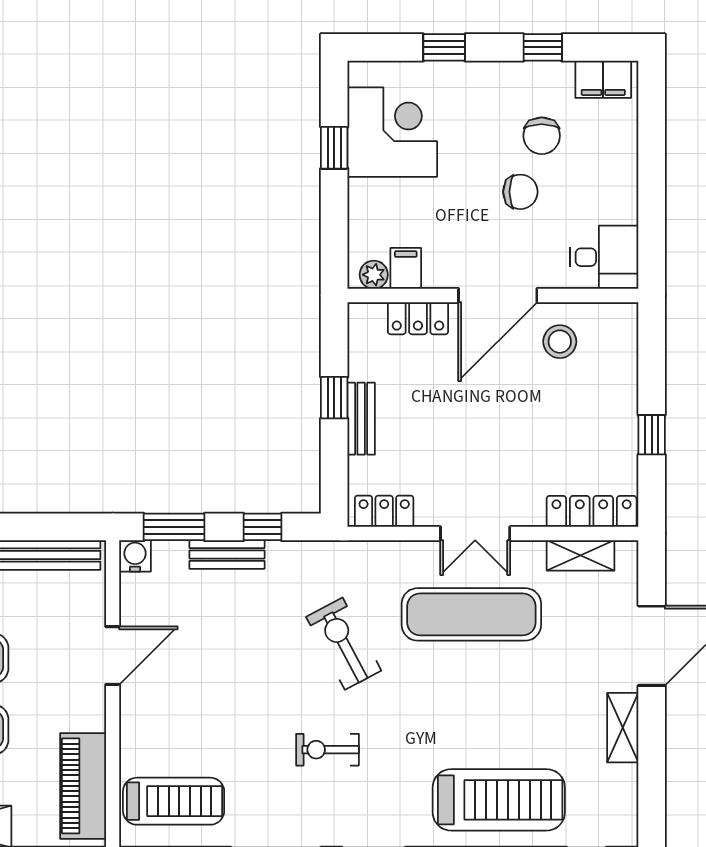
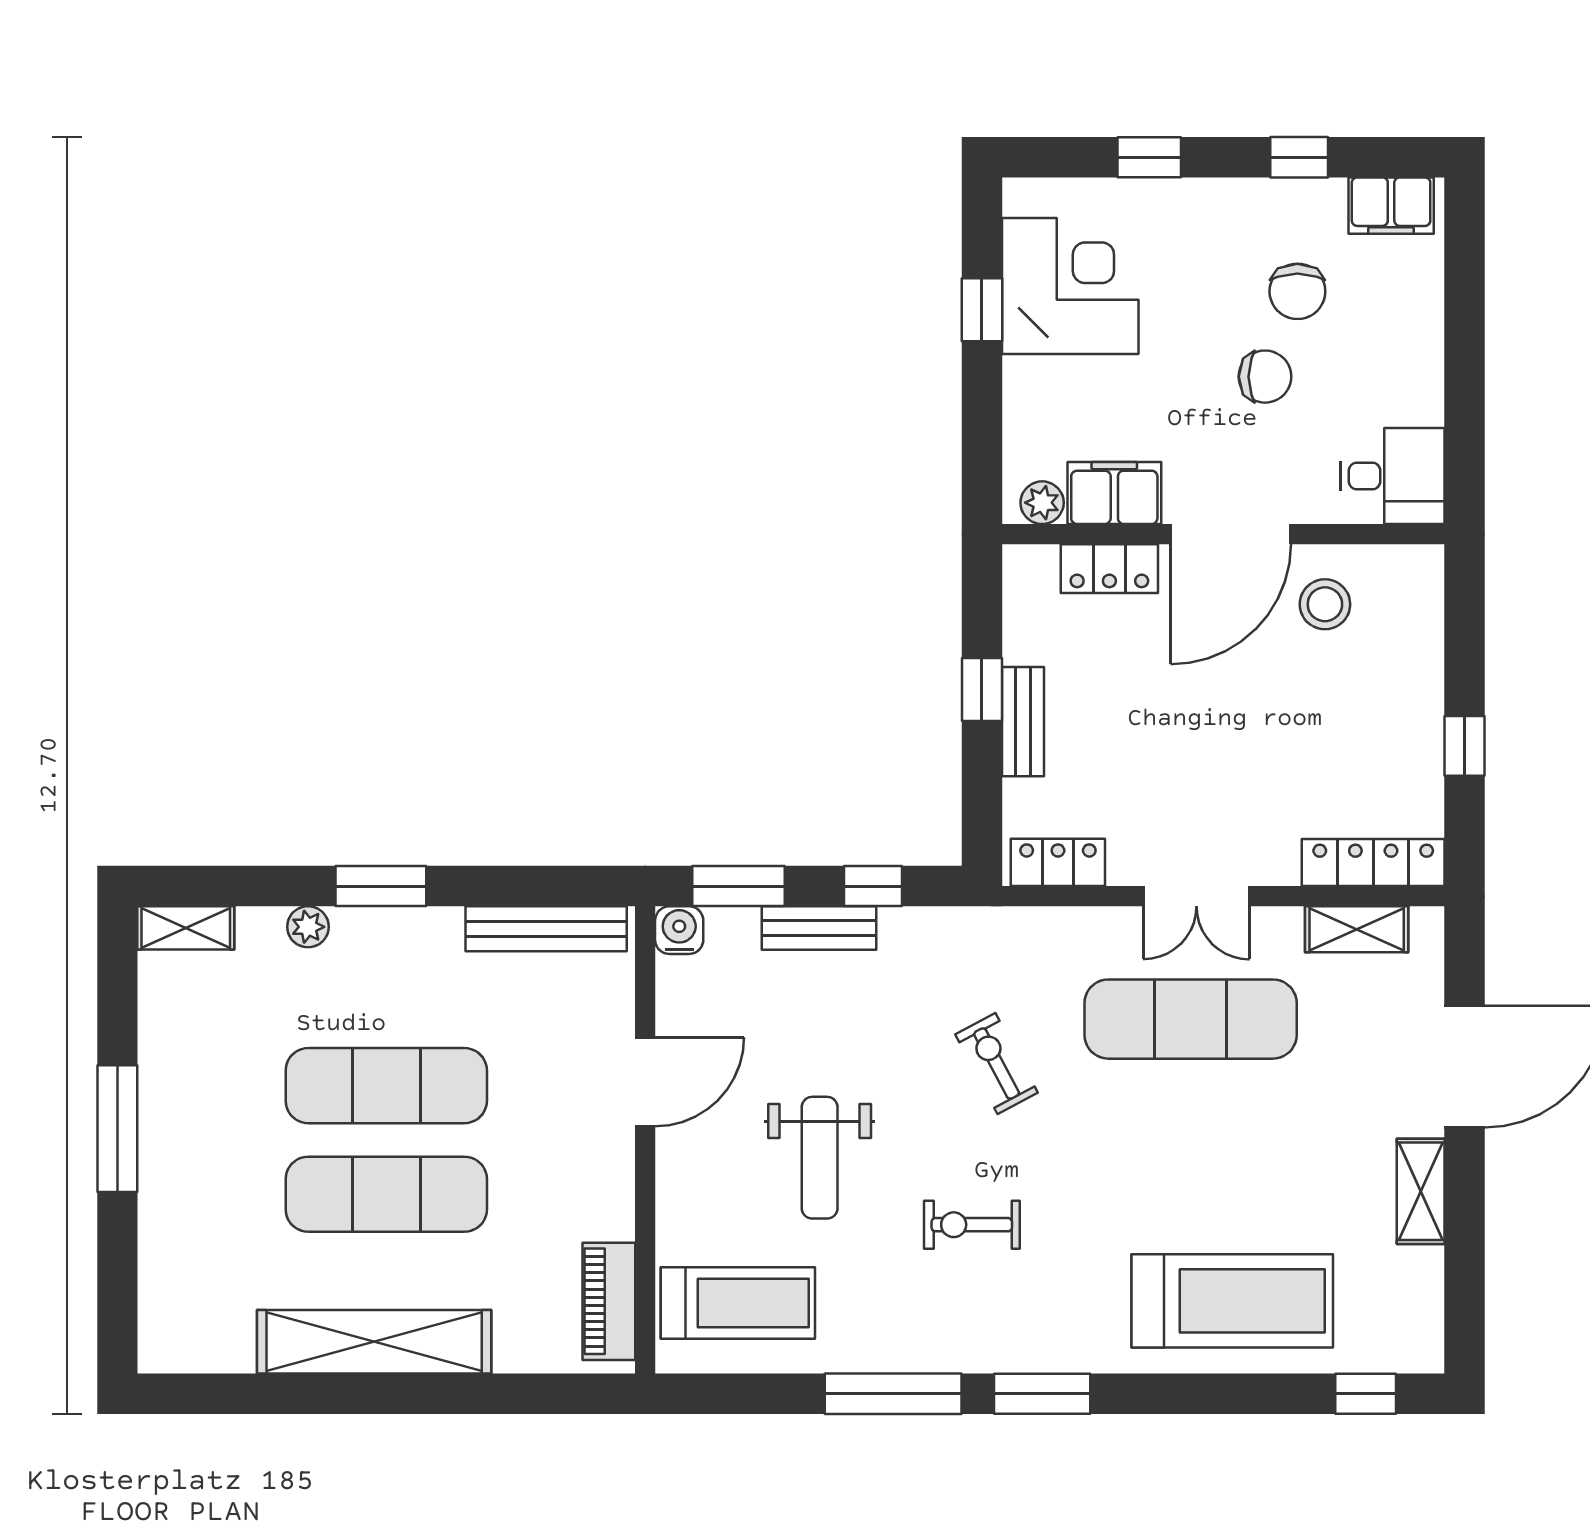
filing cabinet: (406, 268) -> (1114, 493), width x2.00
exercise bike: (344, 644) -> (997, 1064), width x0.73, depth x0.72
weight bench: (227, 706) -> (820, 1158), added
piano: (83, 786) -> (609, 1301), width x0.73, depth x0.75

